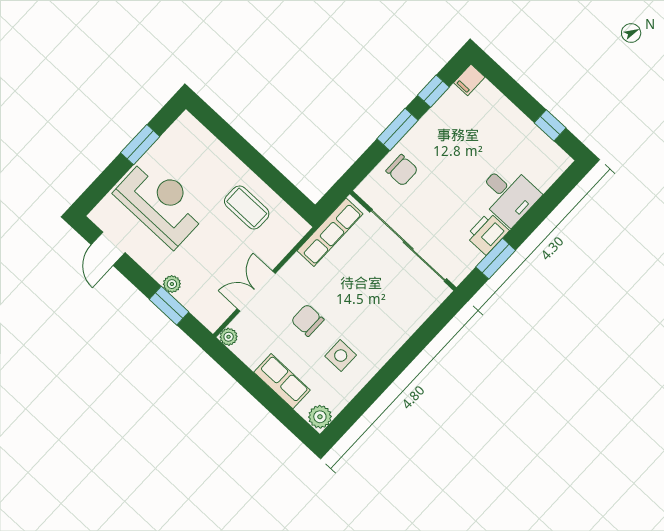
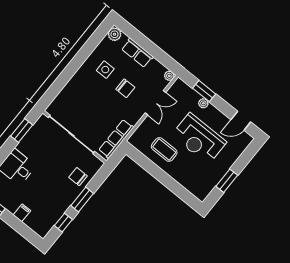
filing cabinet: (469, 80) -> (22, 213), moved
reception desk: (161, 203) -> (199, 139), moved
printer: (487, 233) -> (27, 144), removed
door: (108, 249) -> (241, 121), swing flipped

